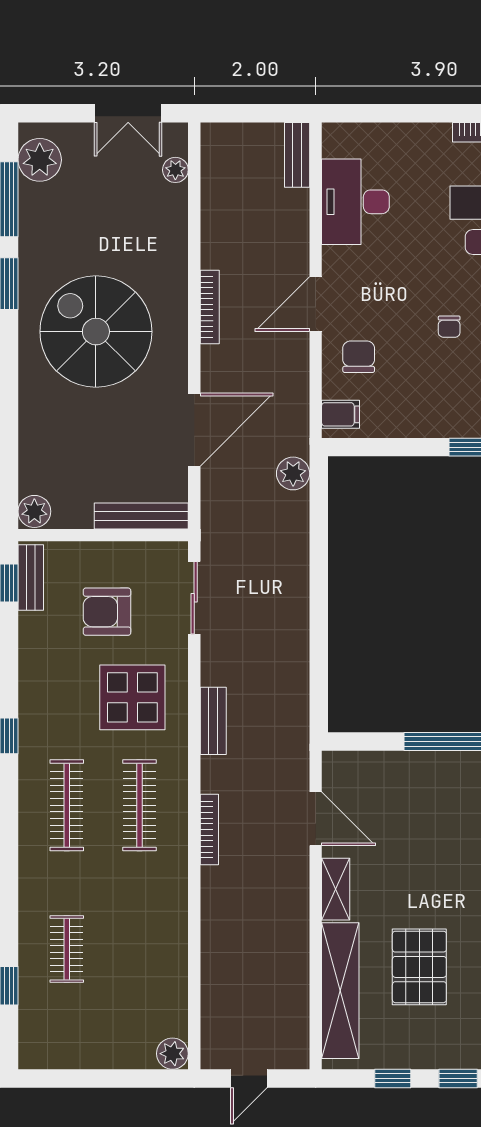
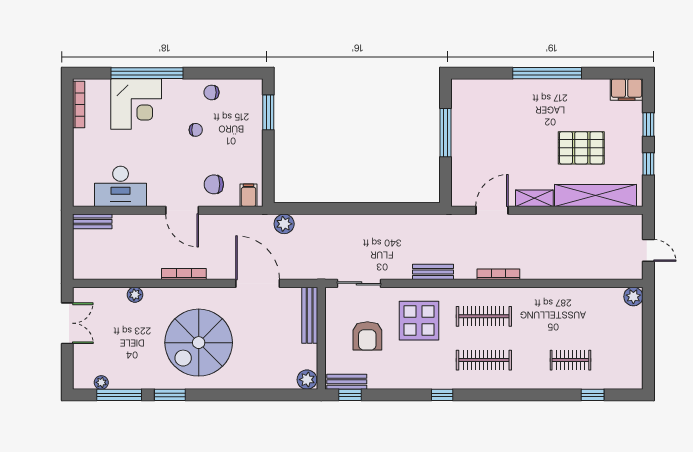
plant: (40, 160) -> (101, 382), width x0.53, depth x0.53
plant: (175, 170) -> (135, 295), moved

